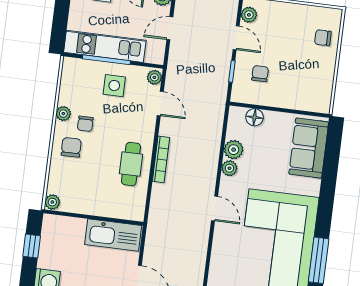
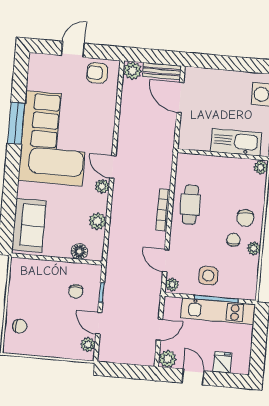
plant: (229, 168) -> (102, 186), moved
kitchen sink: (113, 235) -> (236, 142), moved

